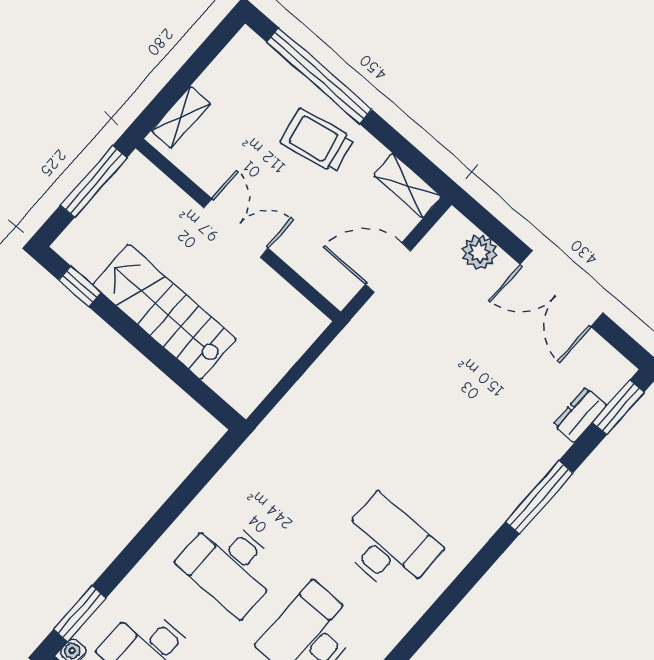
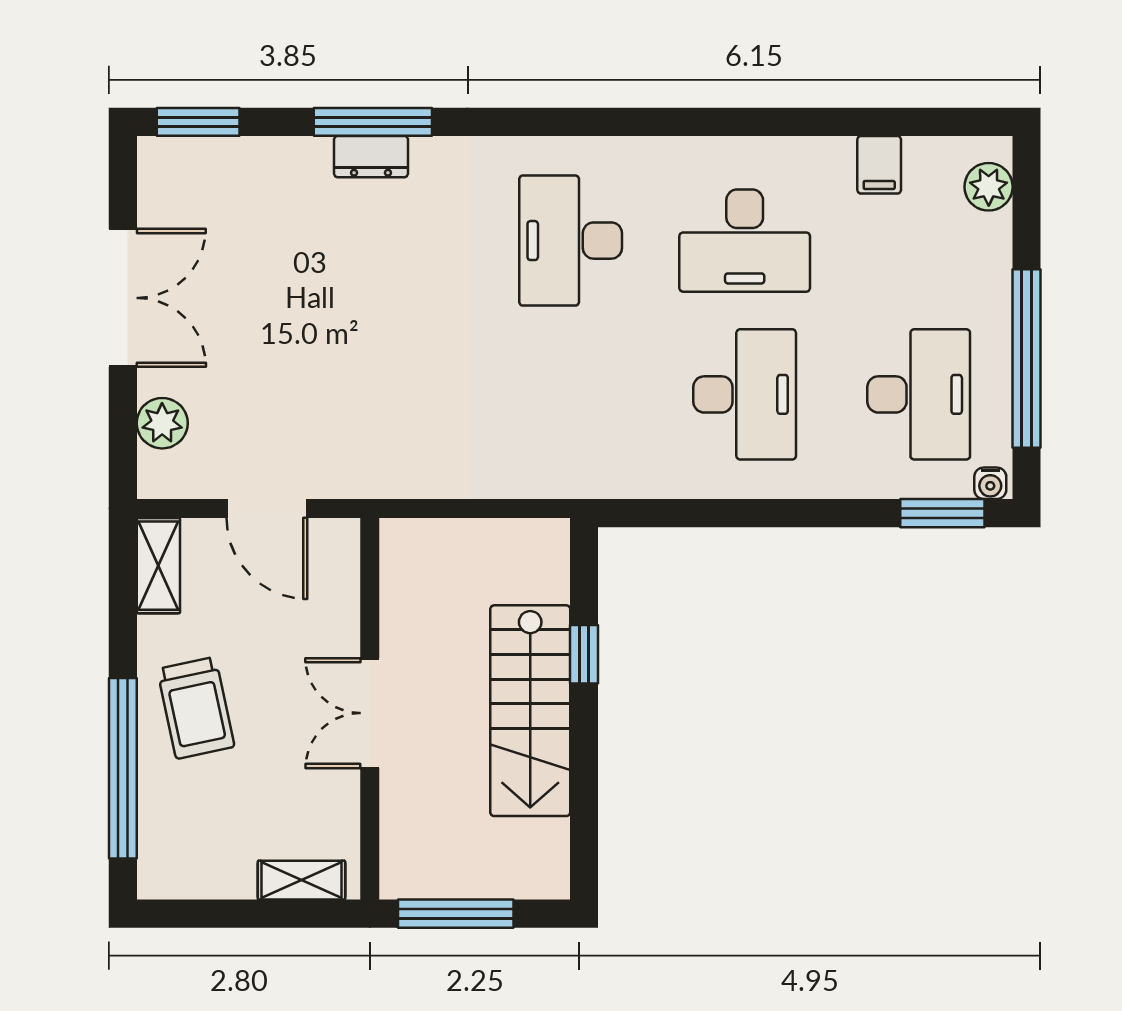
window: (80, 286) -> (584, 654), moved
dresser: (580, 415) -> (371, 157), moved

